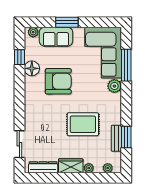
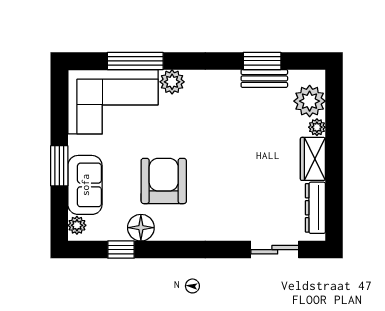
rug: (83, 124) -> (240, 138), removed
plant: (108, 168) -> (310, 101), width x1.87, depth x1.87

